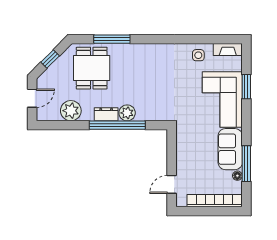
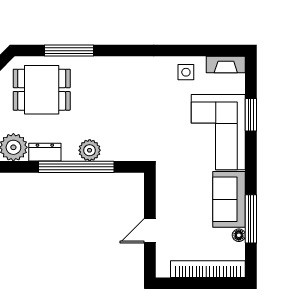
dining table: (92, 68) -> (42, 90), turned 90
dresser: (106, 114) -> (45, 152), moved
door: (172, 184) -> (150, 231), moved

